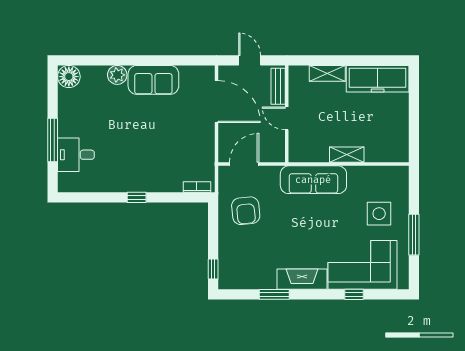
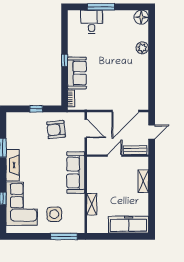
freezer: (378, 79) -> (129, 225), moved, turned 90
sofa: (153, 80) -> (77, 73), moved, turned 180
shelving: (347, 155) -> (92, 204), moved
window: (414, 235) -> (64, 236), moved
window: (213, 269) -> (36, 109), moved

